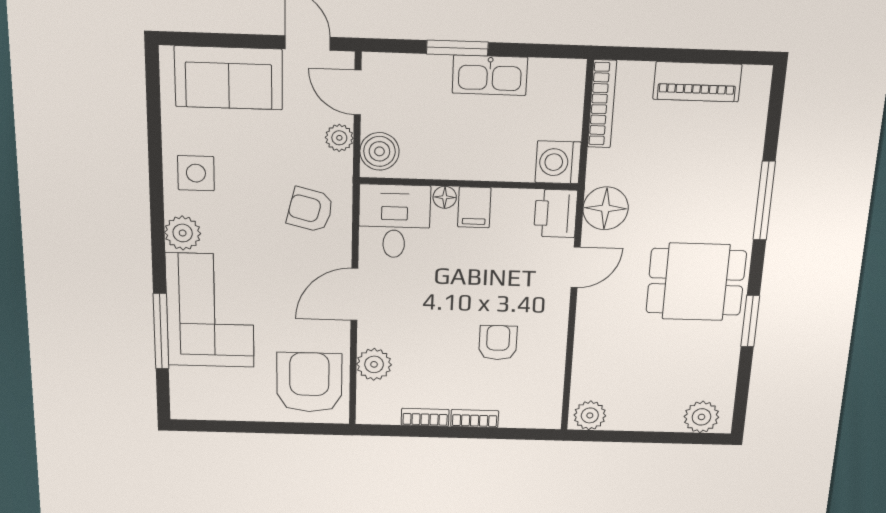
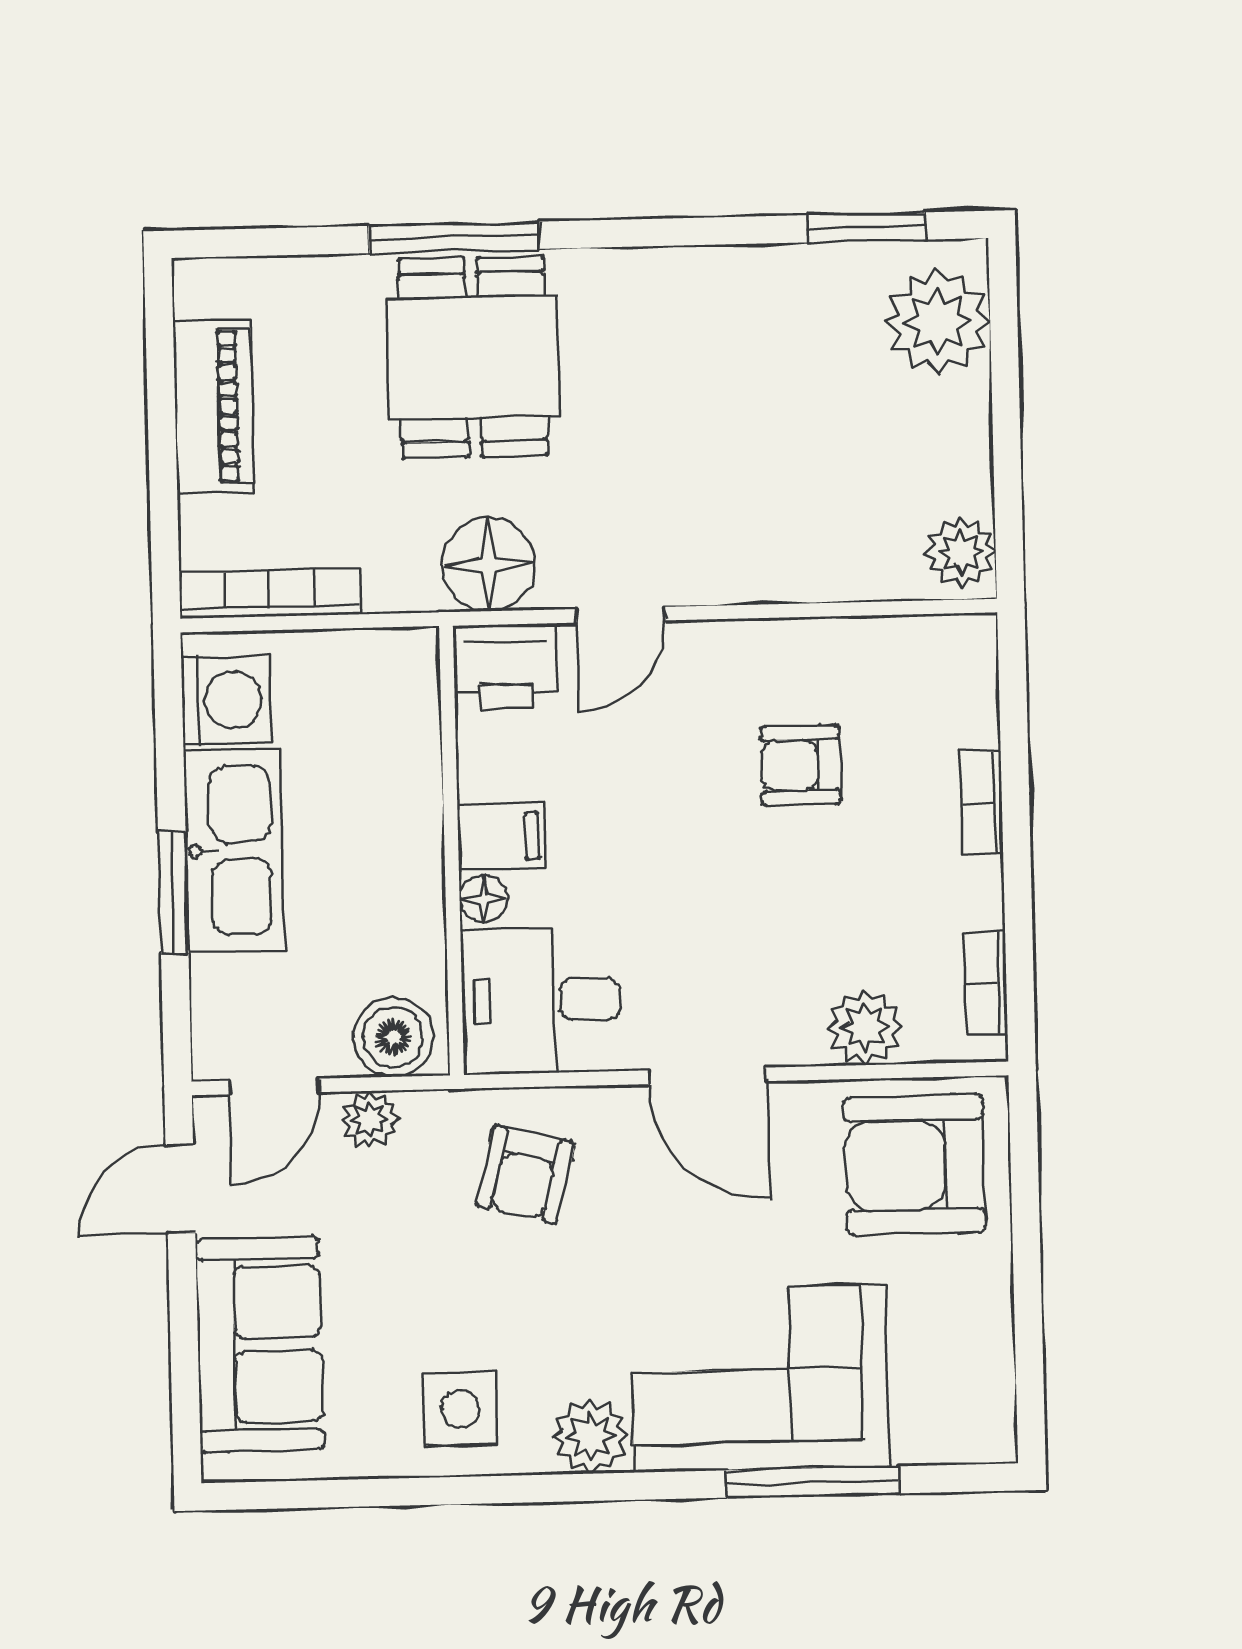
kitchen sink: (490, 75) -> (234, 850), width x1.36, depth x1.24
washing machine: (558, 162) -> (227, 700), moved, turned -90
door: (576, 267) -> (621, 615), swing flipped
dining table: (696, 282) -> (473, 357), moved
window: (750, 321) -> (866, 227), moved
bookcase: (425, 417) -> (986, 983), moved
plant: (701, 417) -> (938, 322), width x1.36, depth x1.36

